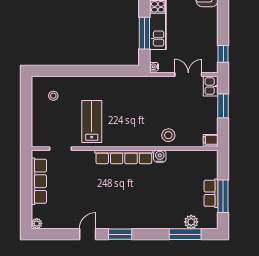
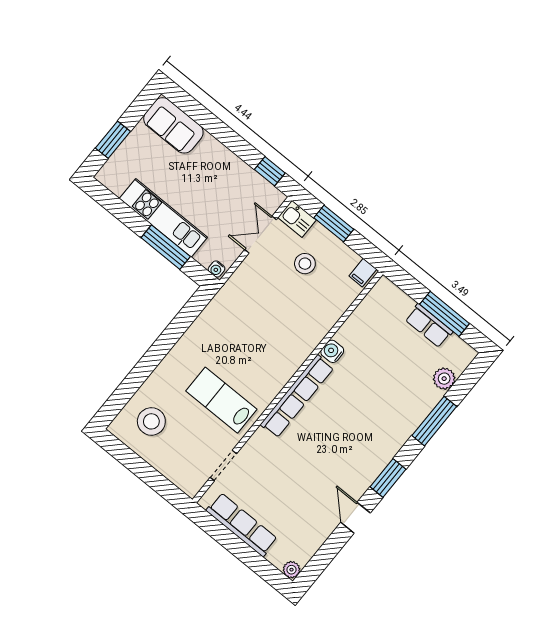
stool: (53, 96) -> (151, 421), width x1.89, depth x1.89
stool: (168, 135) -> (305, 264), moved
window: (185, 234) -> (434, 421), moved

